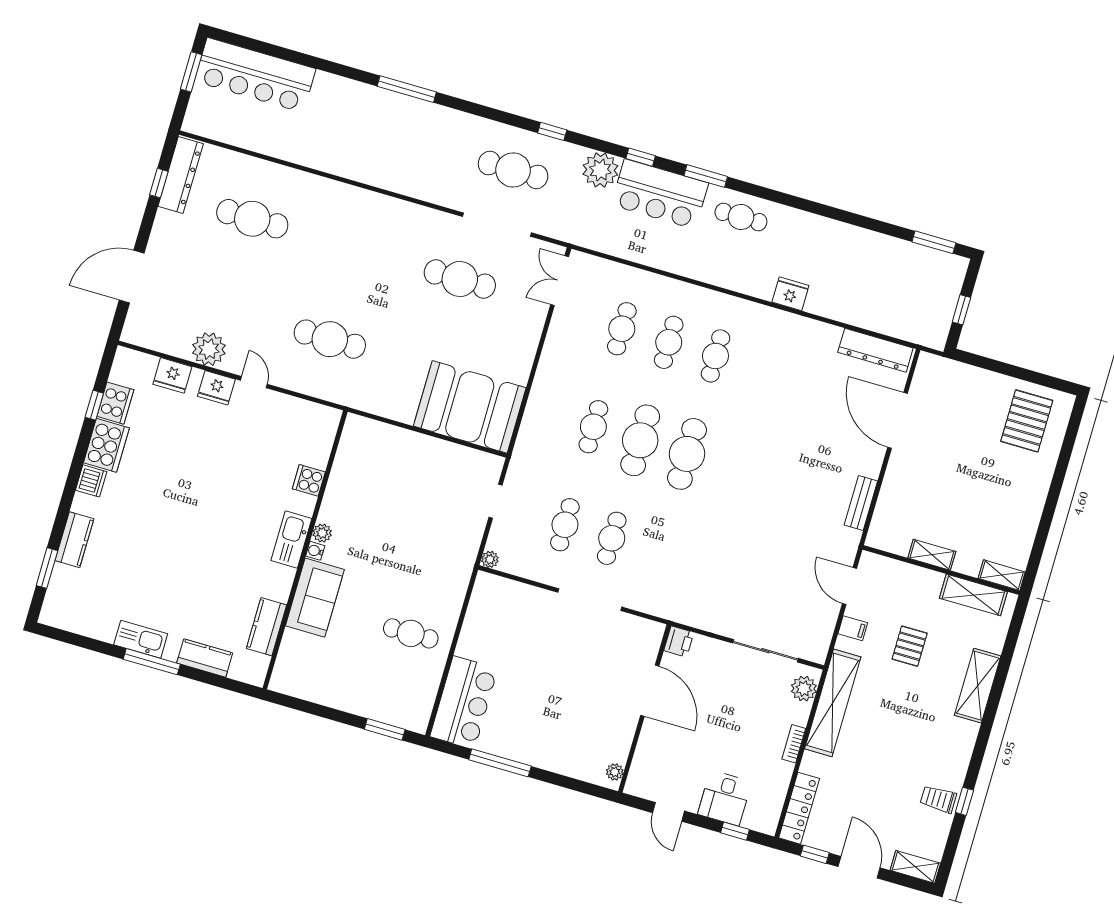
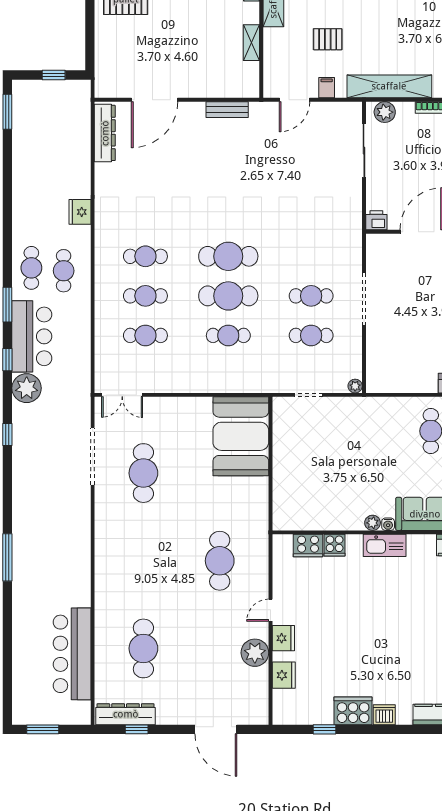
bar counter: (255, 75) -> (72, 654), moved, turned 180
cafe table: (513, 170) -> (64, 271), moved, width x0.73, depth x0.74
cooker: (115, 403) -> (308, 546), moved, turned 180

